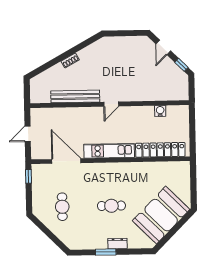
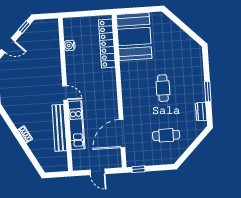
kitchen unit: (109, 151) -> (76, 125), moved, turned 180
booth: (161, 215) -> (134, 37), moved, turned 45
dresser: (117, 244) -> (201, 112), moved

